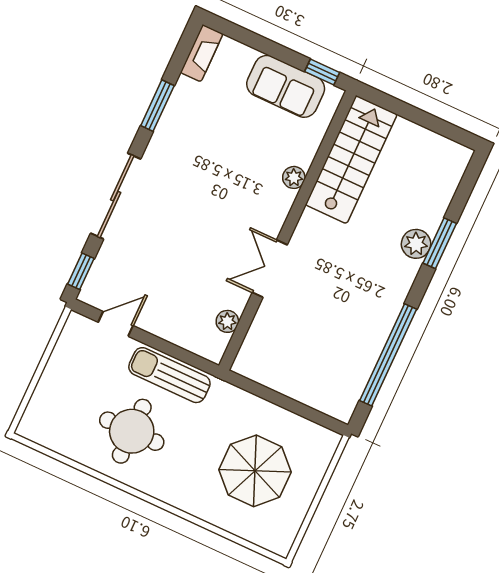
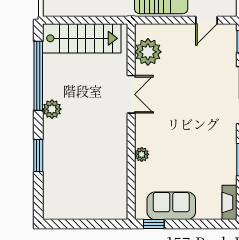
stairs: (351, 160) -> (82, 38), moved, turned -90
plant: (416, 244) -> (52, 109), moved
plant: (227, 321) -> (148, 52), width x1.87, depth x1.87

